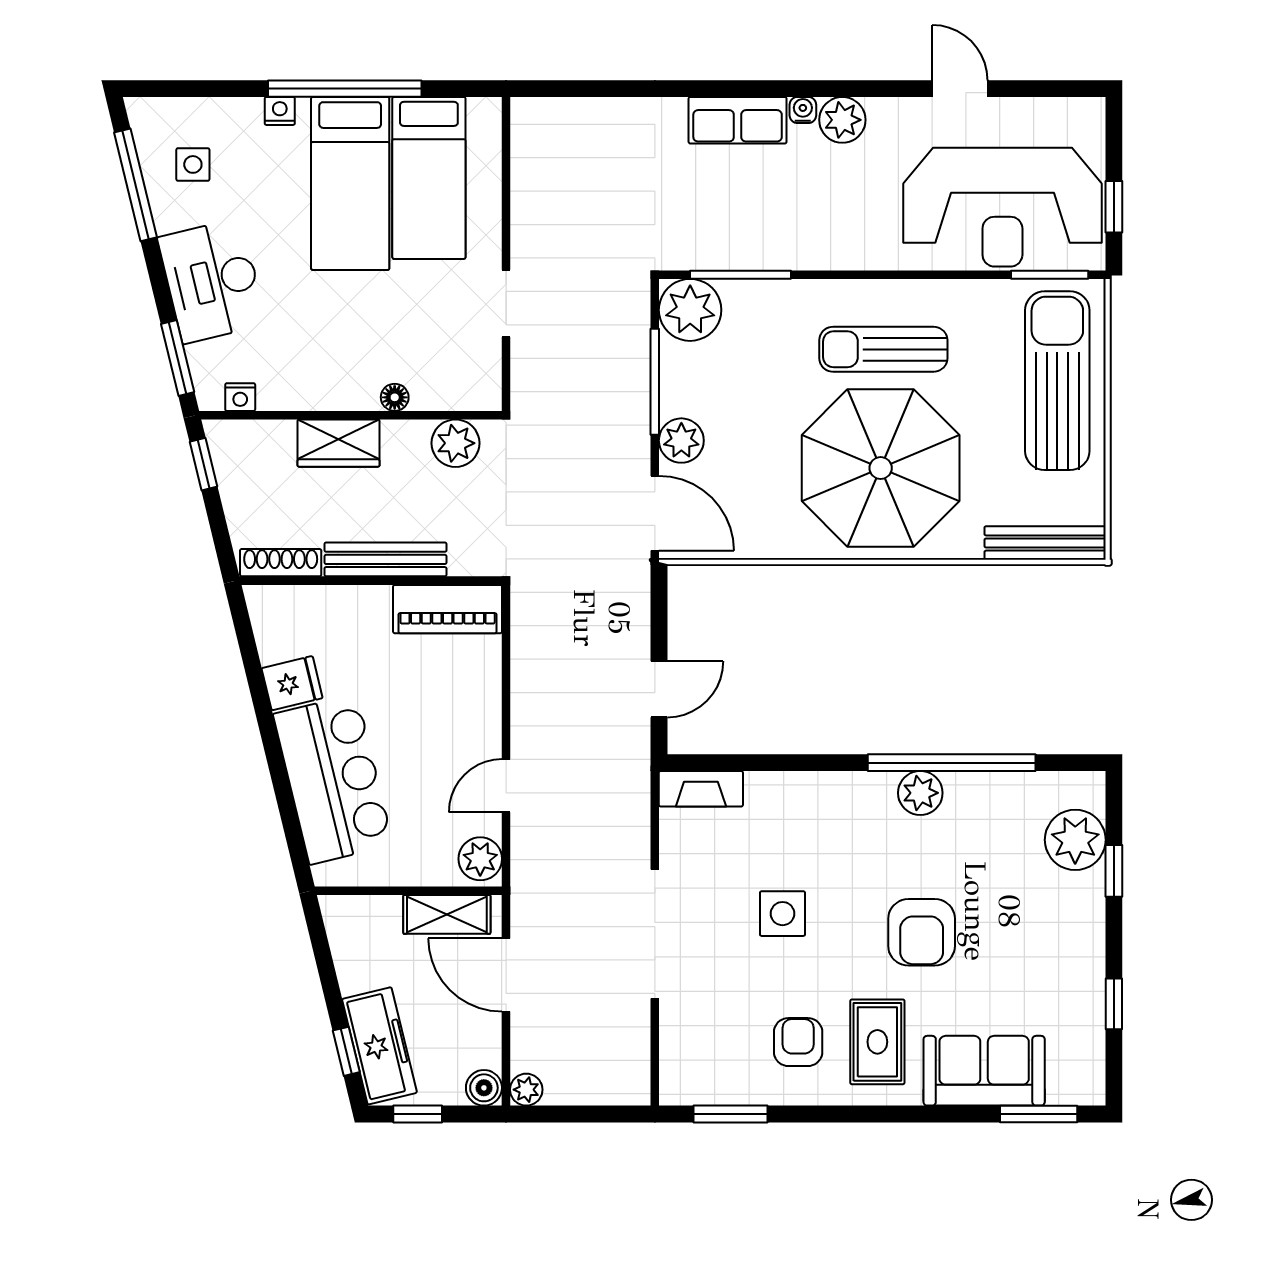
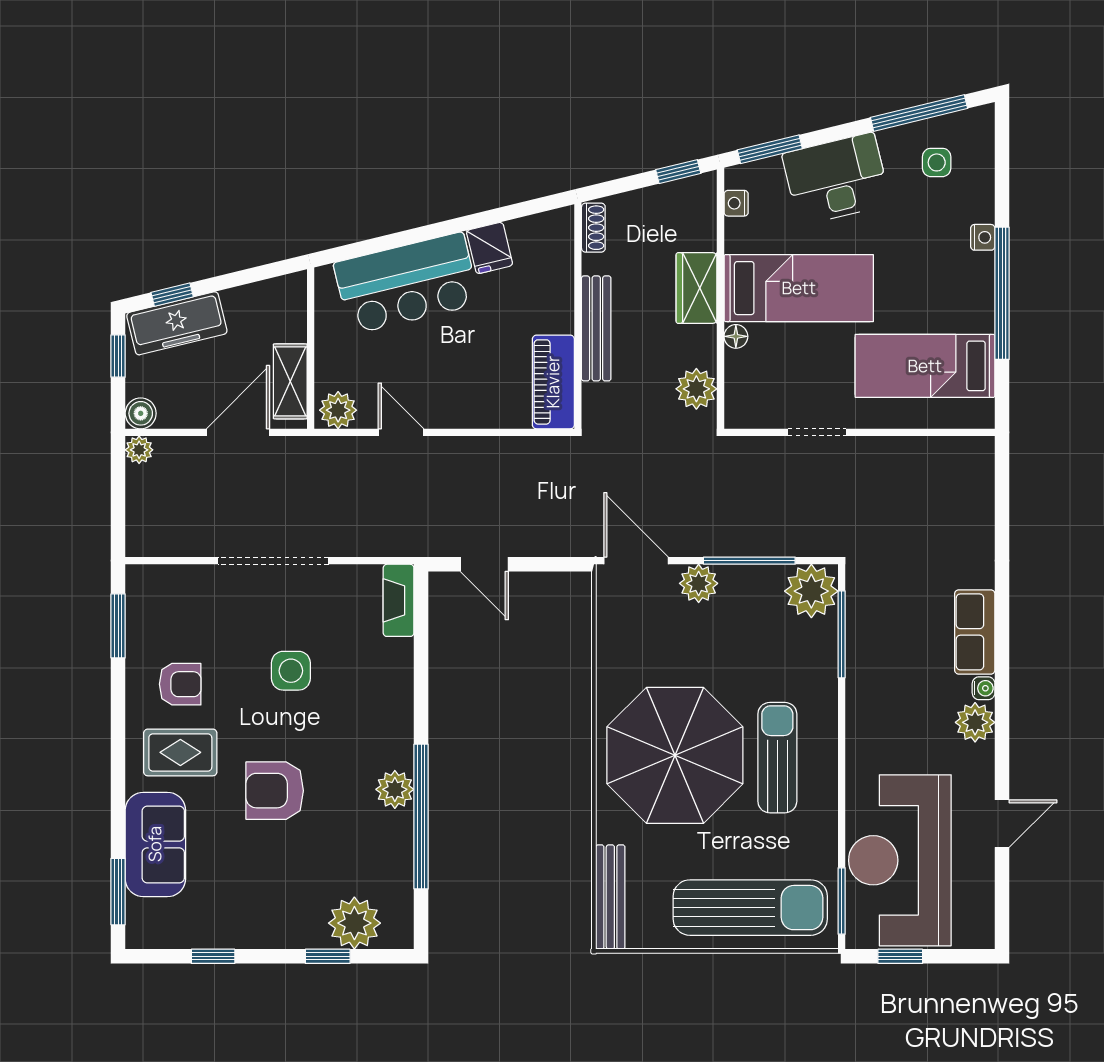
bed: (350, 183) -> (799, 288), moved, turned 180
door: (655, 513) -> (636, 561), swing flipped
shoe rack: (281, 563) -> (593, 228), width x0.70

